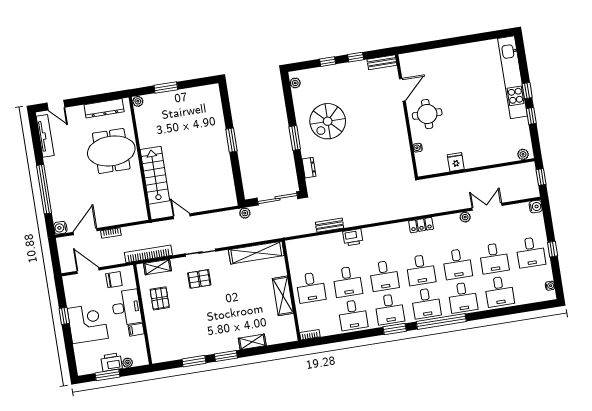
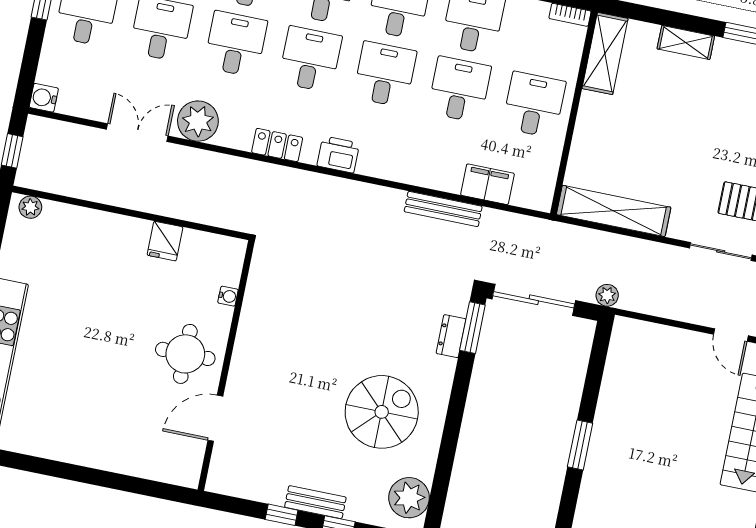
bench: (382, 62) -> (315, 502), moved
plant: (295, 83) -> (409, 498), width x1.87, depth x1.87
window: (295, 138) -> (472, 328), moved
double door: (487, 207) -> (137, 133), swing flipped
plant: (465, 217) -> (198, 121), width x1.87, depth x1.87
bench: (330, 225) -> (443, 209), width x1.36
printer: (353, 237) -> (338, 155), moved
filing cabinet: (318, 243) -> (487, 184), added
shelving: (283, 296) -> (605, 53), moved

